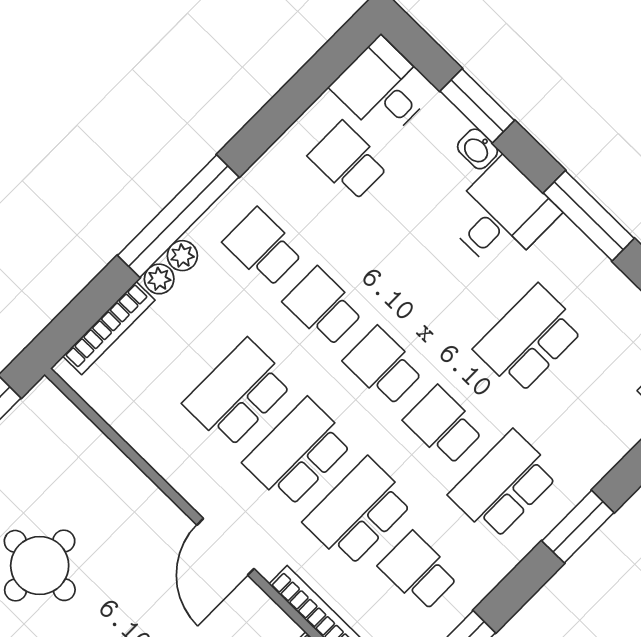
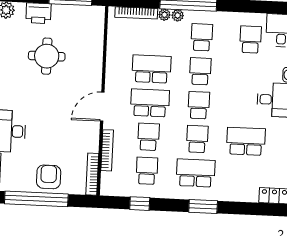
school desk: (358, 512) -> (148, 137), width x0.54

